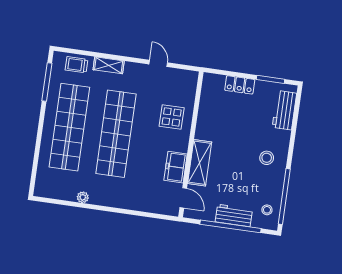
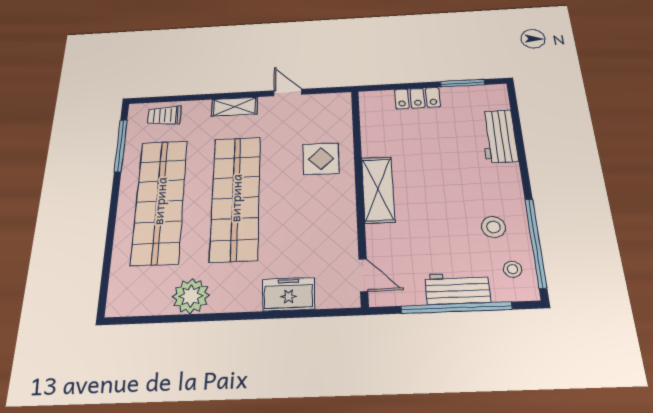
shelving: (109, 65) -> (234, 107), moved
workbench: (284, 110) -> (499, 136), moved
stool: (267, 158) -> (493, 227), moved
shelving: (200, 163) -> (378, 190), moved
freezer: (176, 167) -> (288, 294), moved, turned 90
plant: (83, 197) -> (191, 296), width x1.88, depth x1.88

